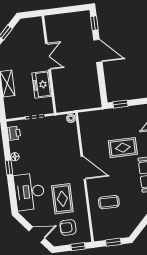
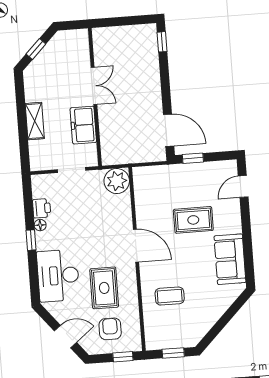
door: (98, 51) -> (169, 130), moved
plant: (71, 118) -> (117, 181), width x1.88, depth x1.88
printer: (14, 133) -> (42, 208), moved
armchair: (68, 227) -> (110, 329), turned 90

